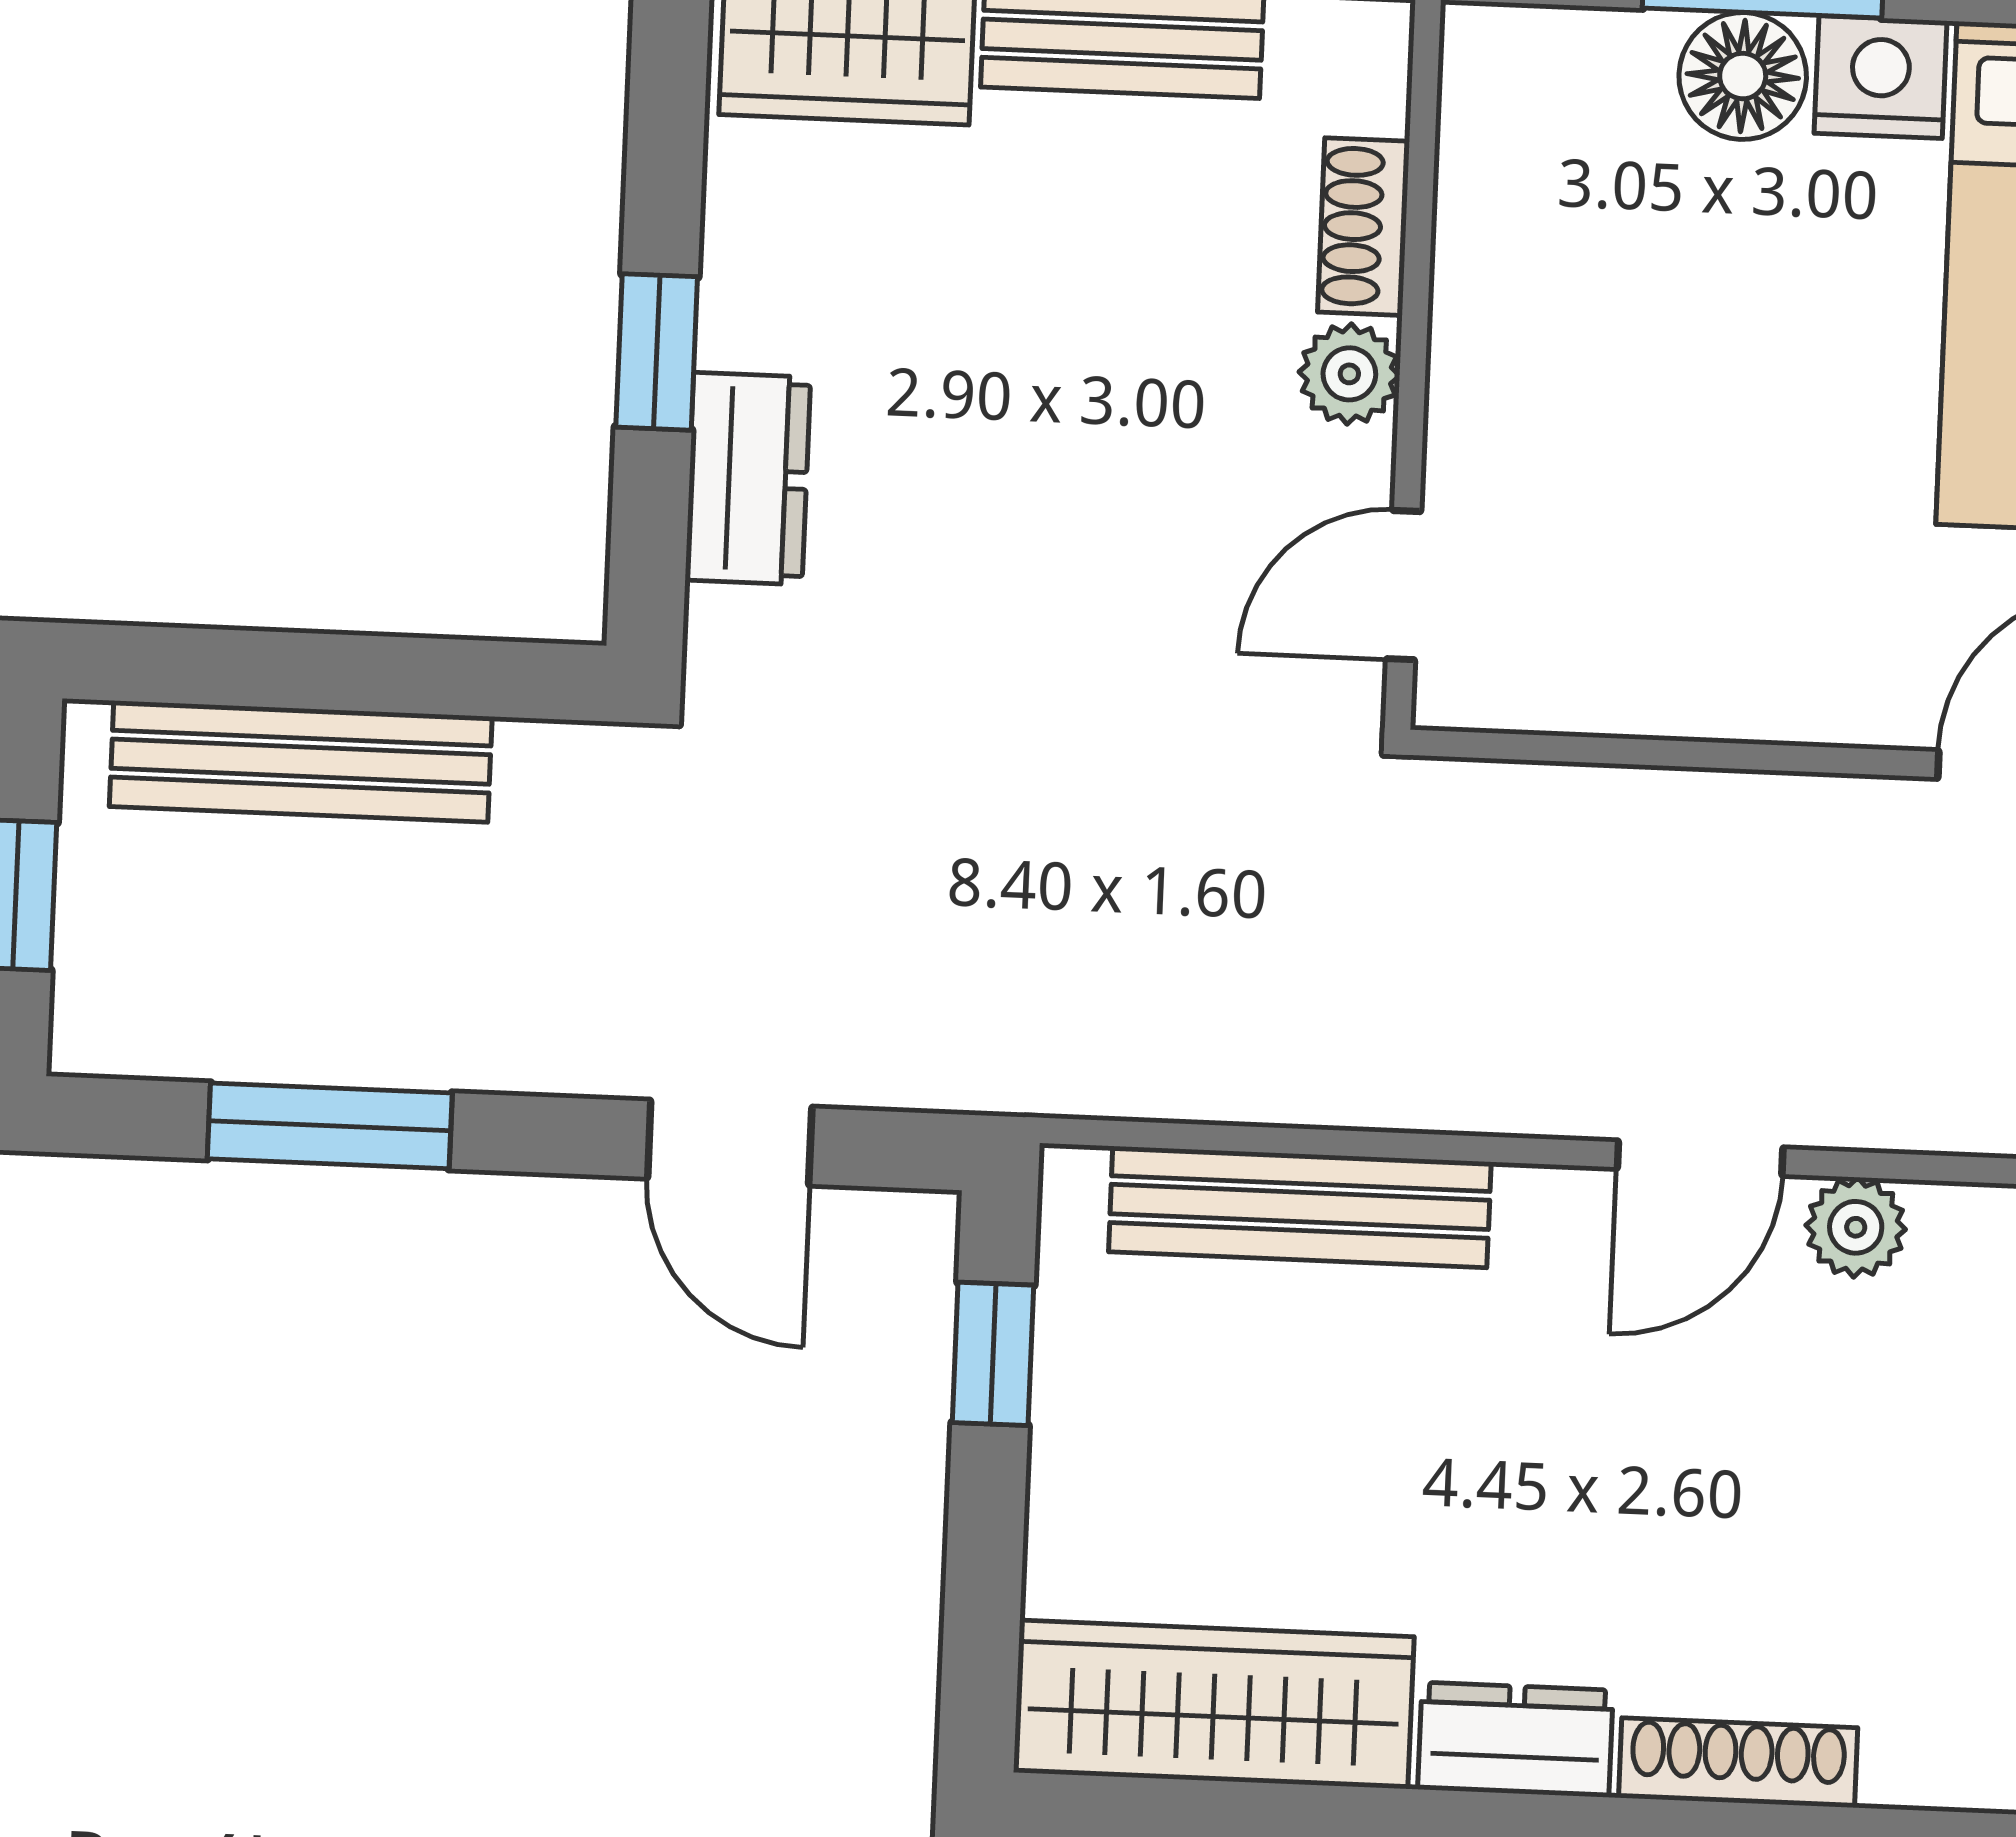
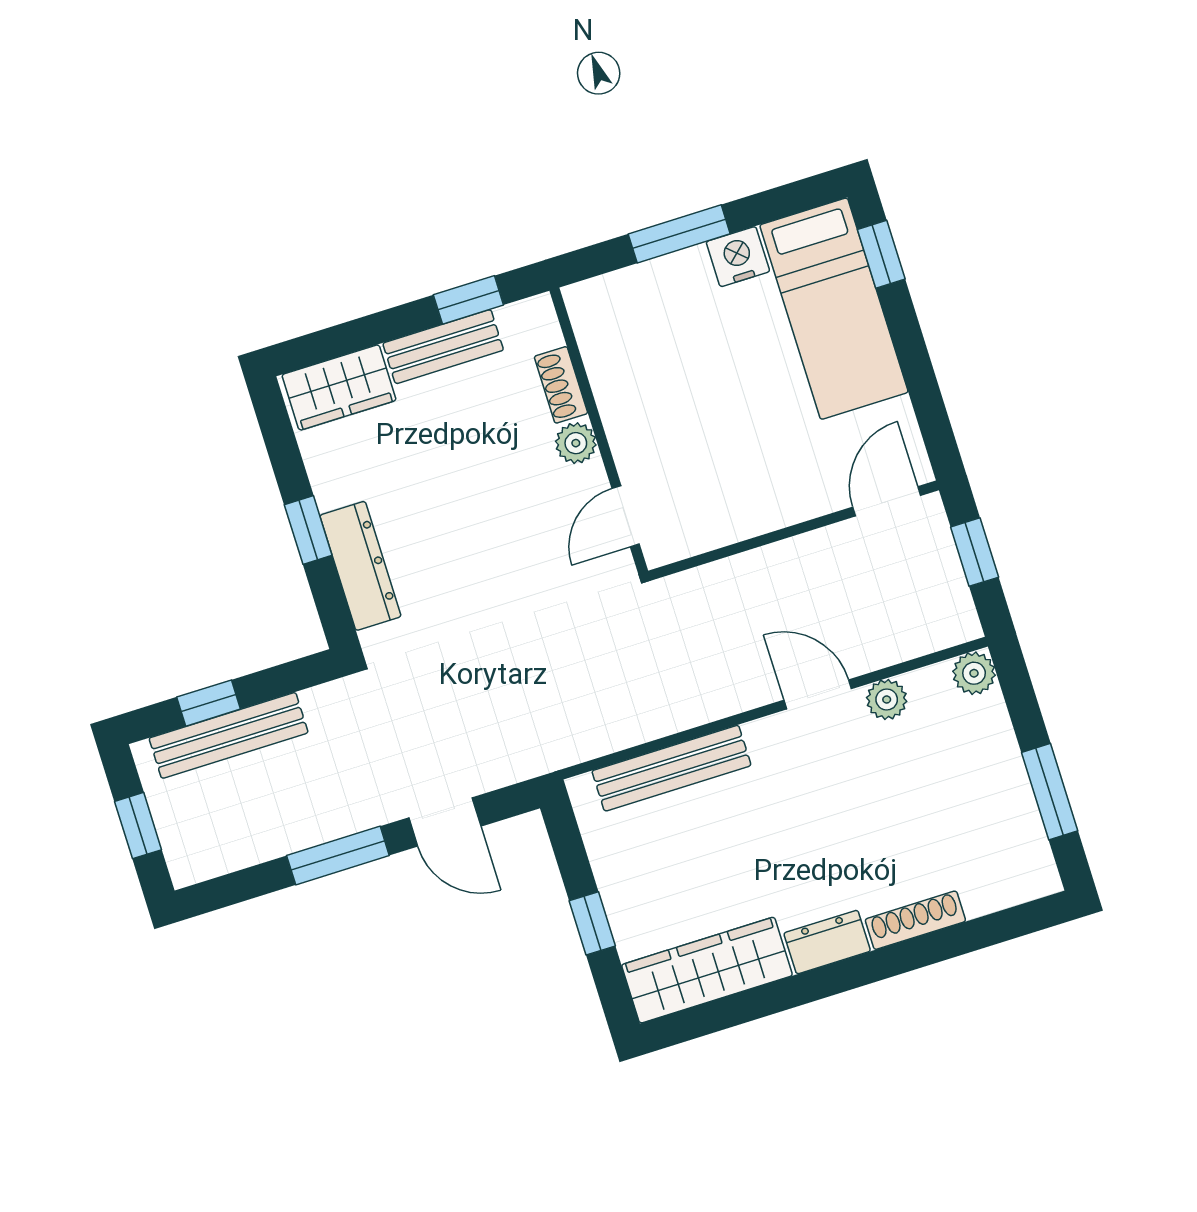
floor lamp: (1743, 76) -> (685, 275), removed
dresser: (748, 479) -> (360, 566), width x1.44
window: (282, 670) -> (209, 703), added
window: (330, 1126) -> (338, 856), moved
door: (1700, 1158) -> (818, 694), swing flipped
window: (993, 1354) -> (592, 923), moved

